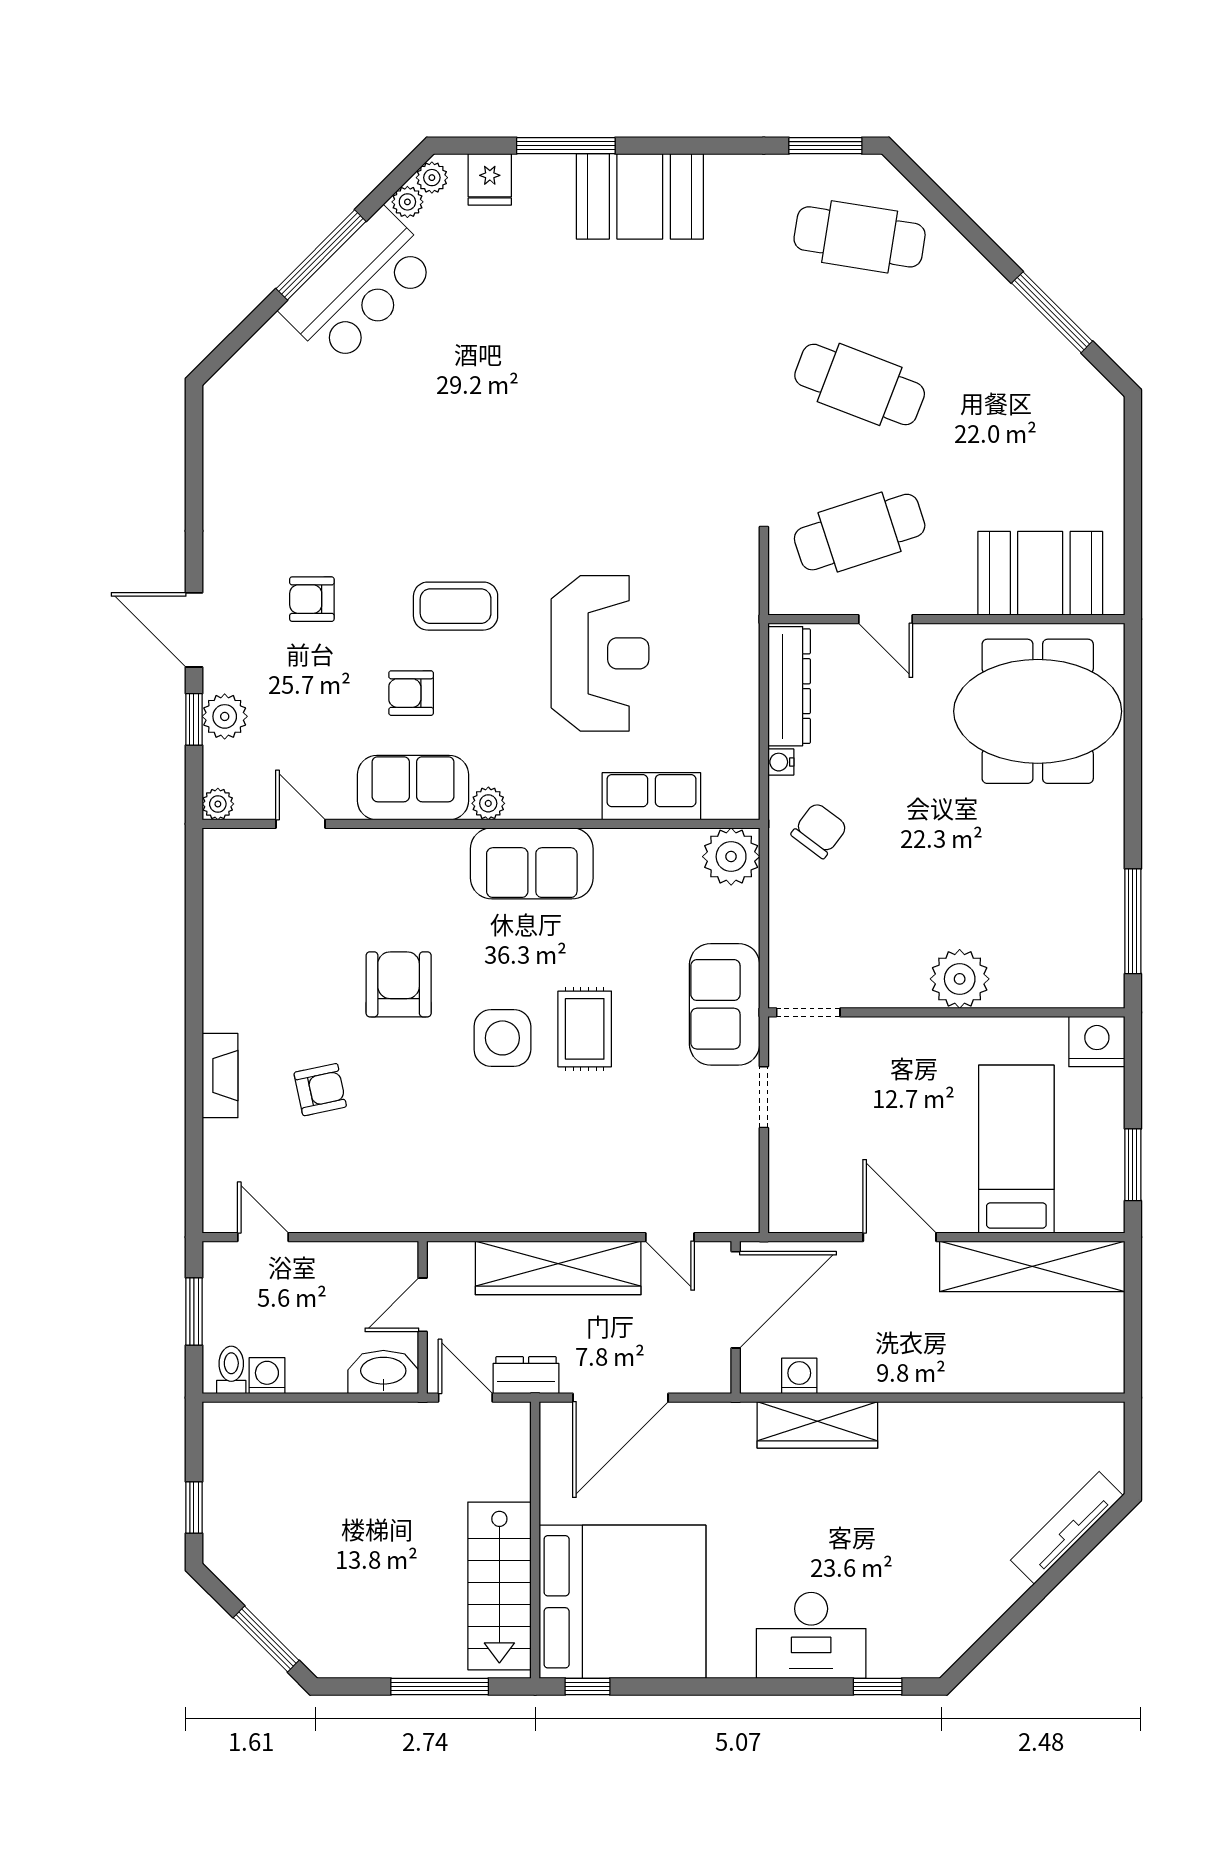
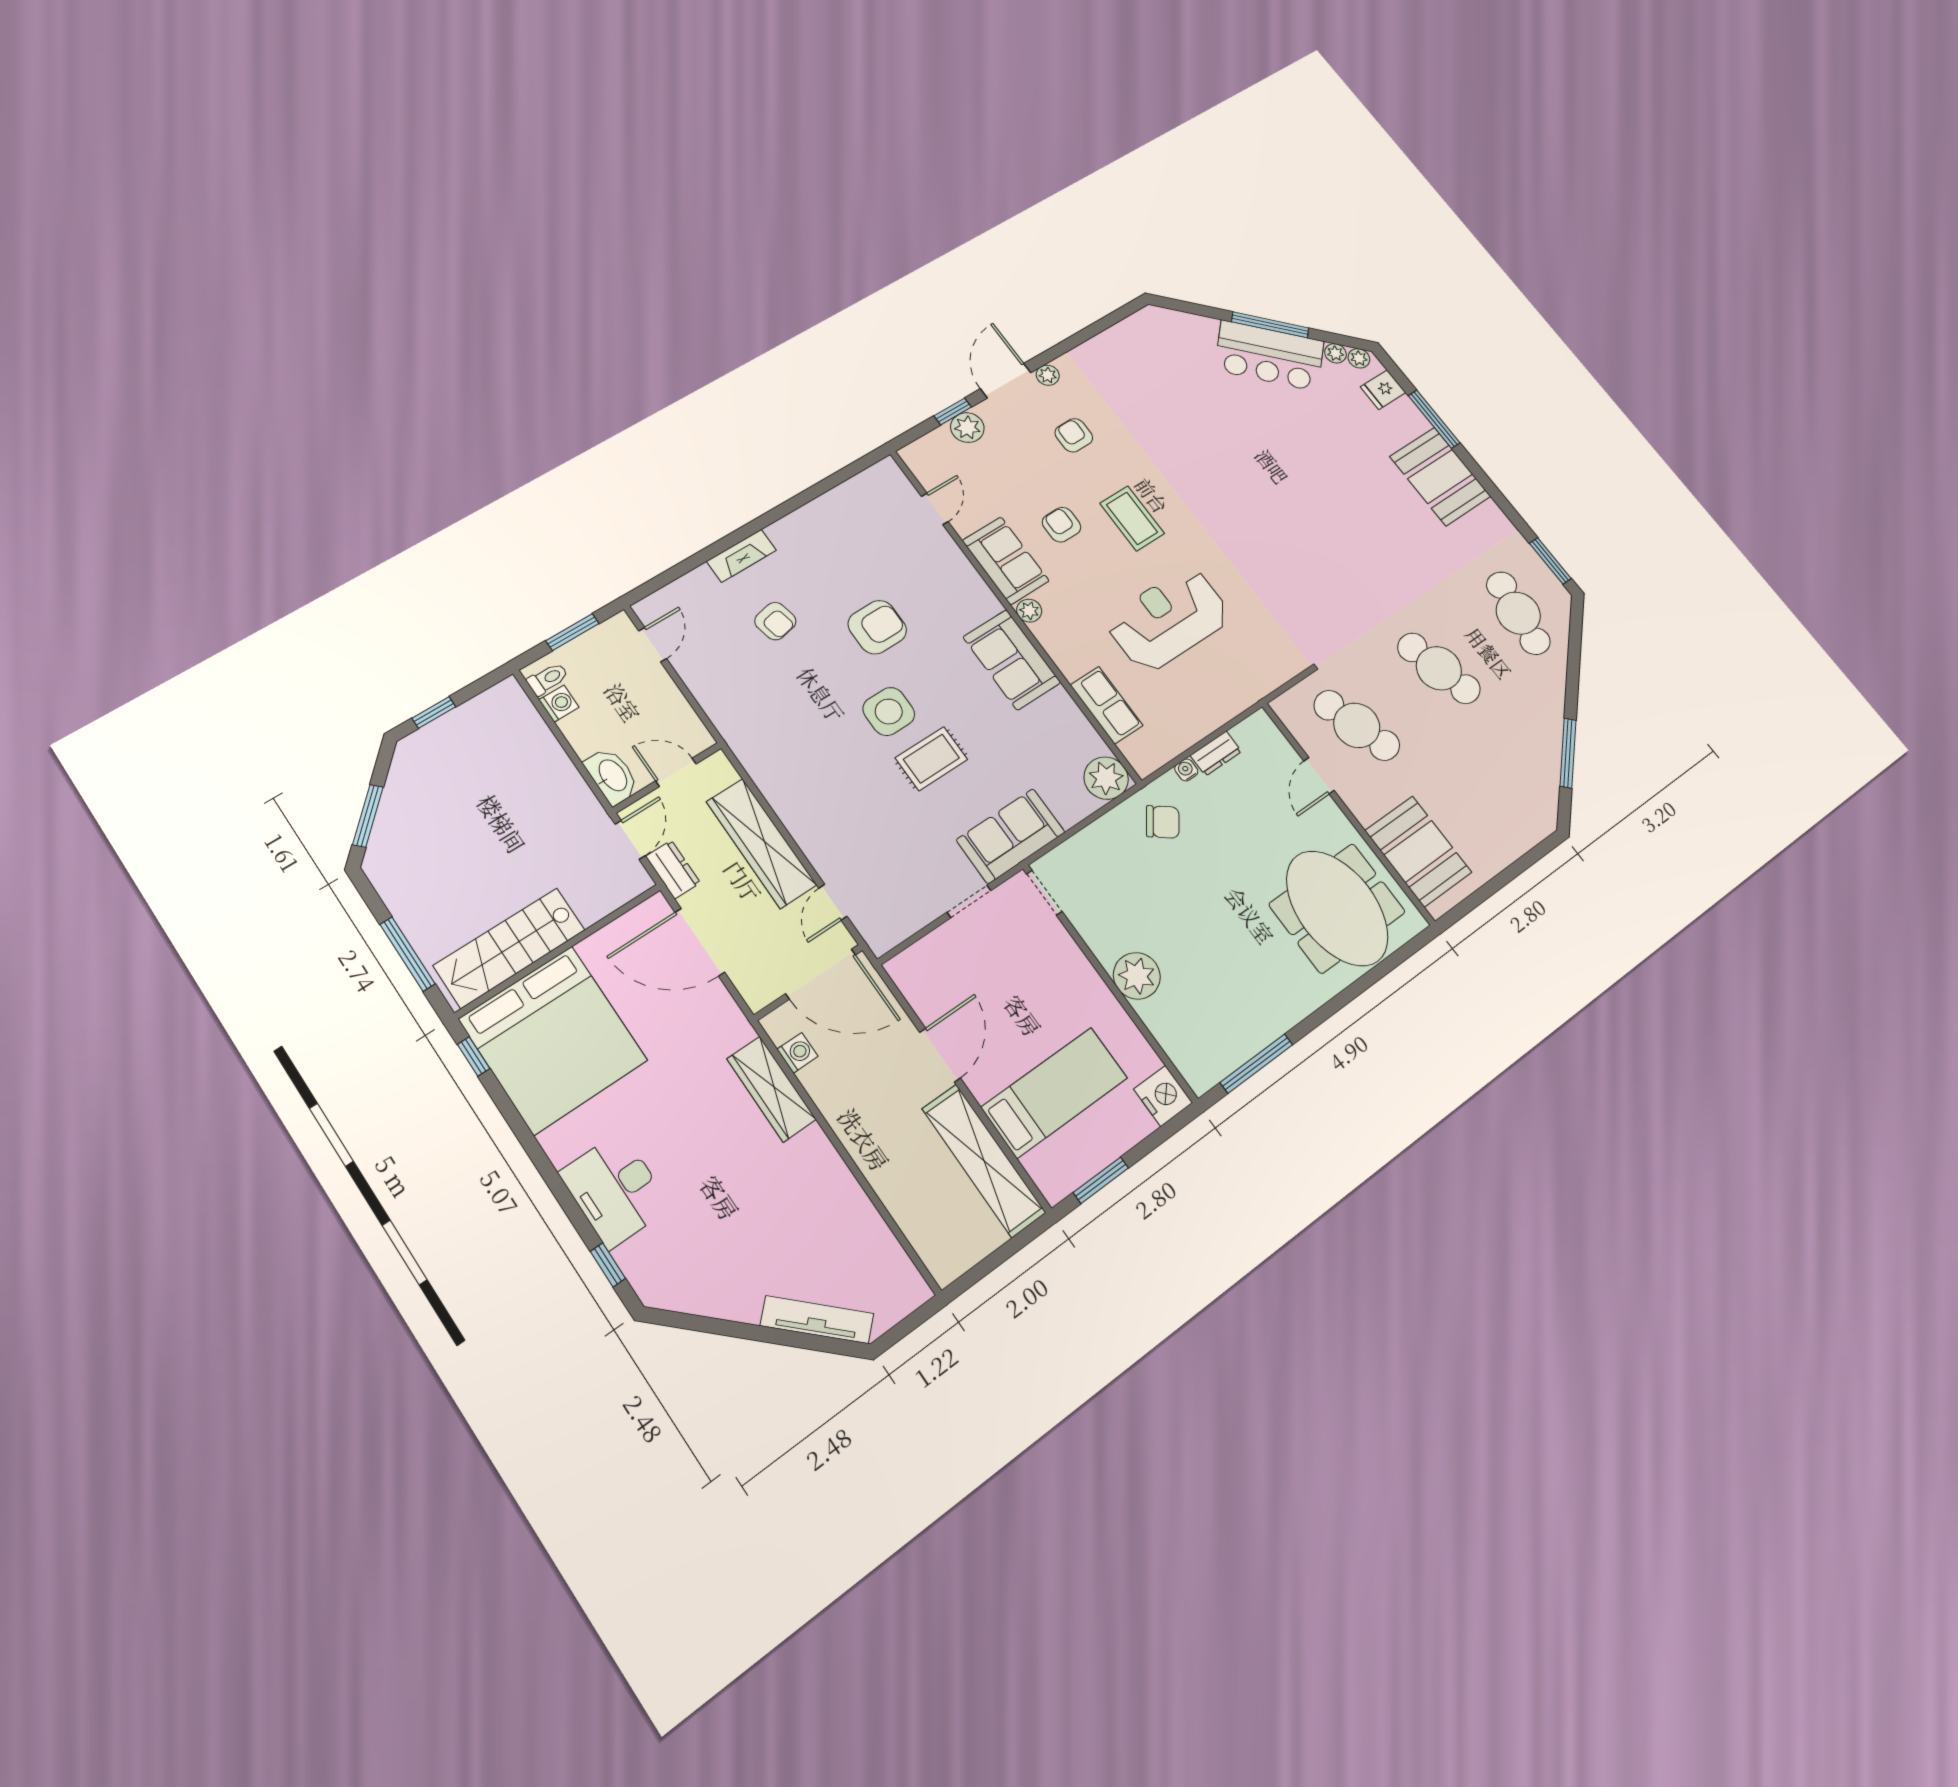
cafe table: (860, 384) -> (1439, 668), turned -36
reception desk: (600, 653) -> (1168, 619), turned 180
dresser: (789, 686) -> (1216, 753), width x0.51, depth x0.80
plant: (218, 804) -> (1048, 375), moved

